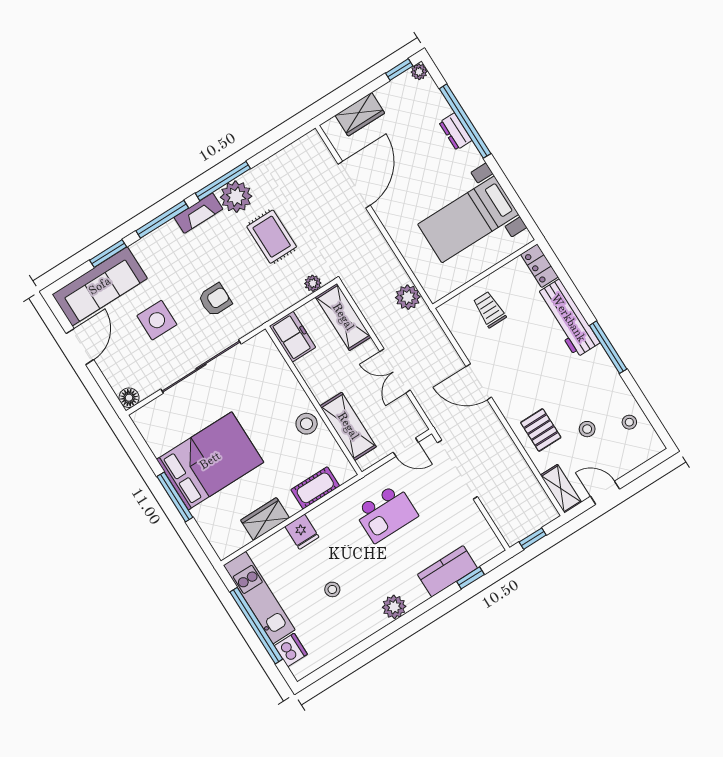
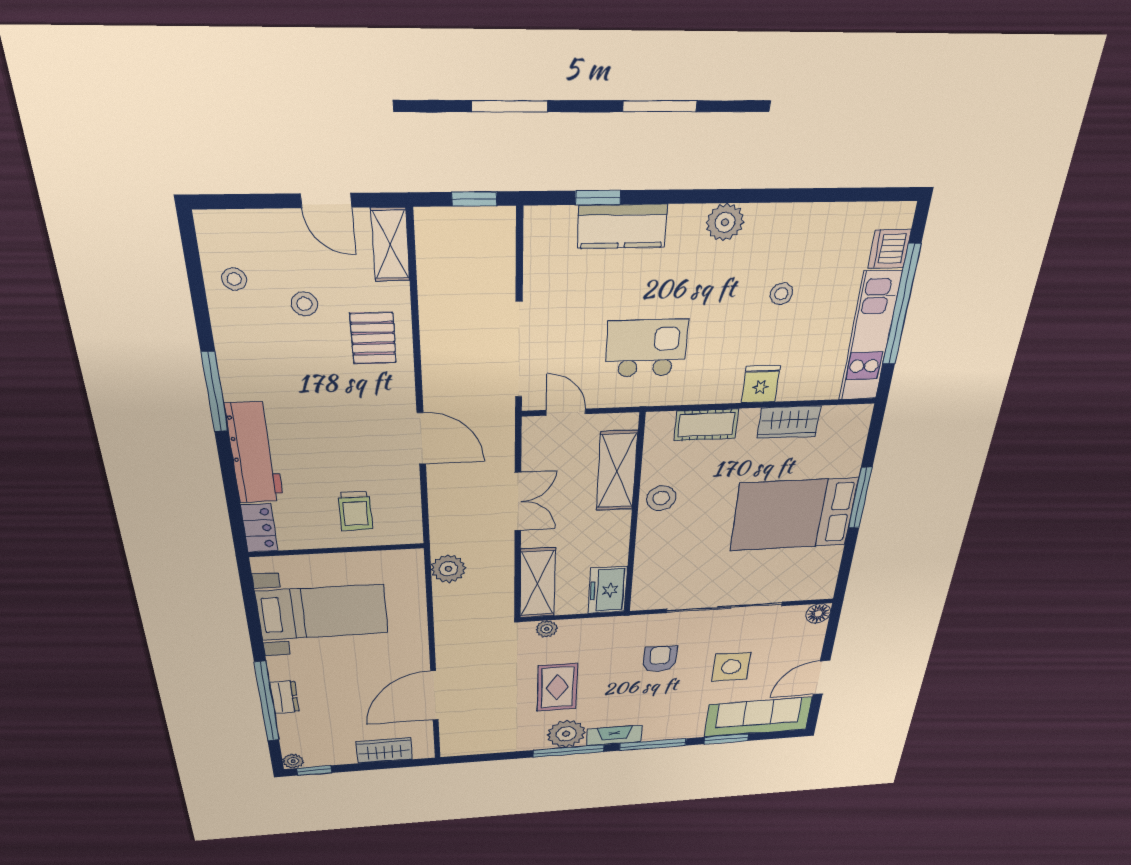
armchair: (215, 300) -> (660, 659), turned 91

